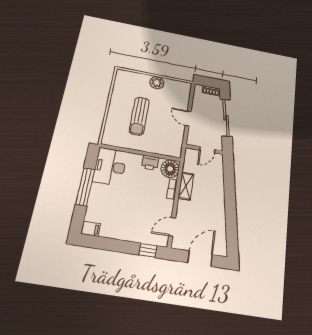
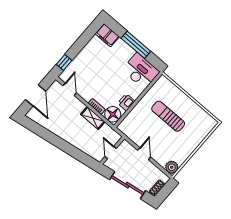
plant: (157, 83) -> (172, 167), moved
door: (188, 119) -> (144, 154), hinge flipped
filing cabinet: (91, 229) -> (107, 35), width x2.00

